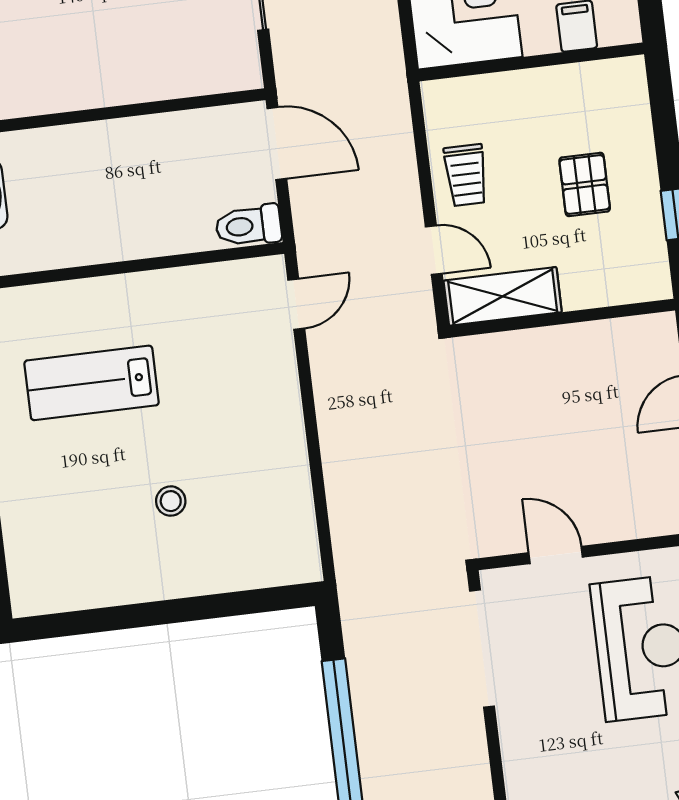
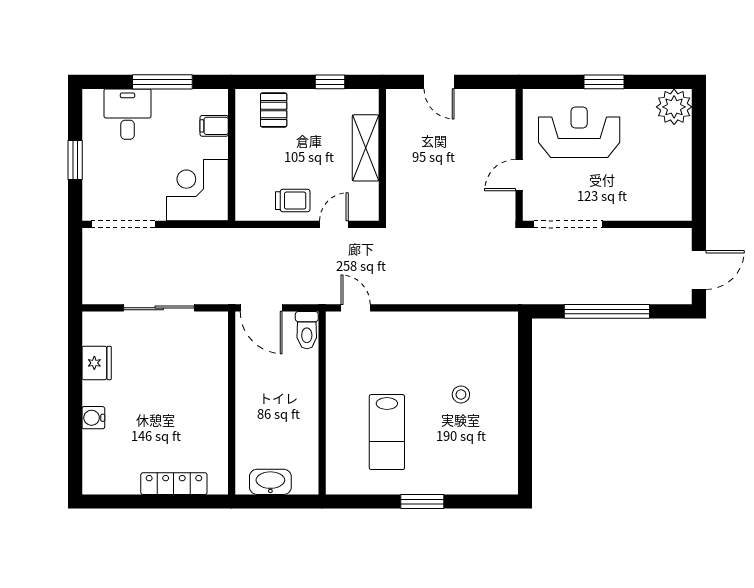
door: (277, 143) -> (261, 308), swing flipped
pallet: (585, 184) -> (274, 110), moved, turned 90
shelving: (503, 296) -> (366, 148), moved

